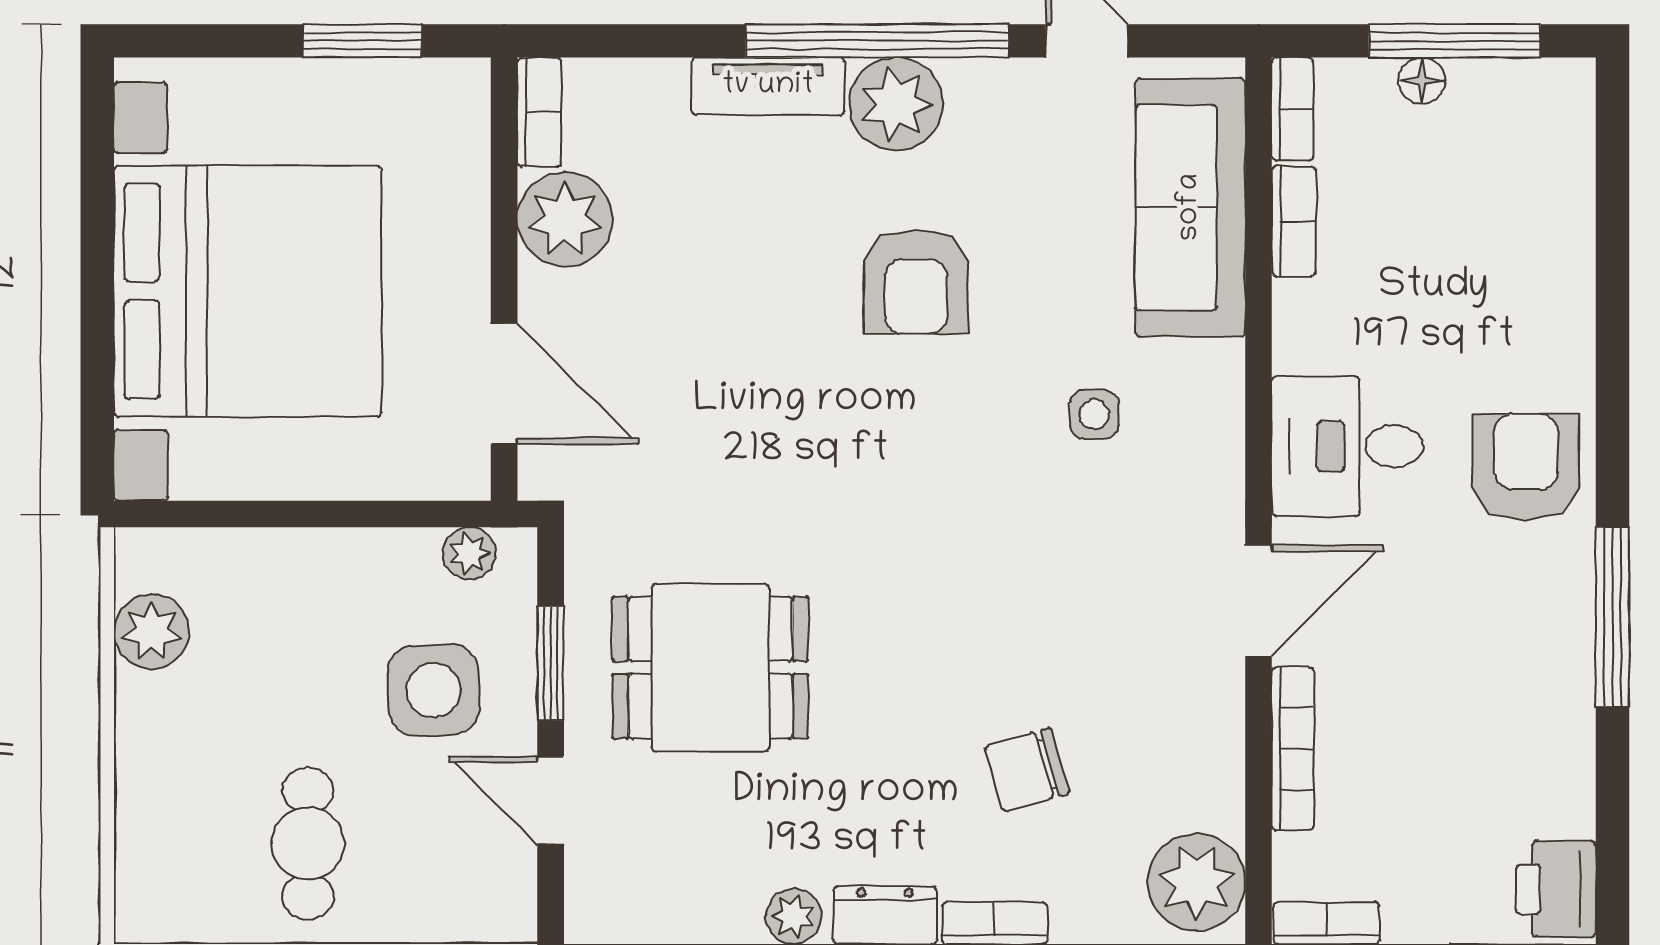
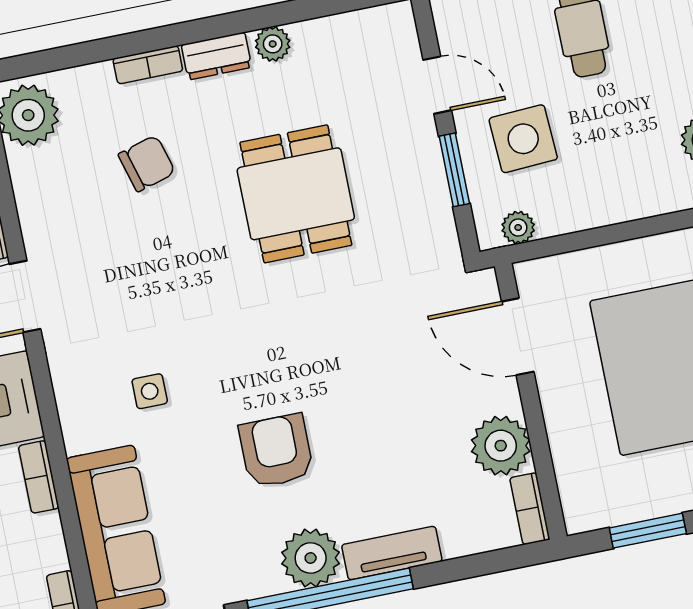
bookcase: (1294, 221) -> (39, 477), moved
dining table: (710, 668) -> (296, 194), moved, turned 90

